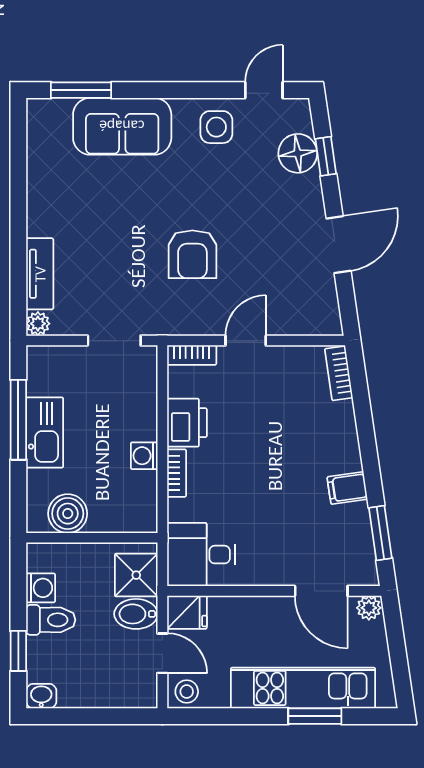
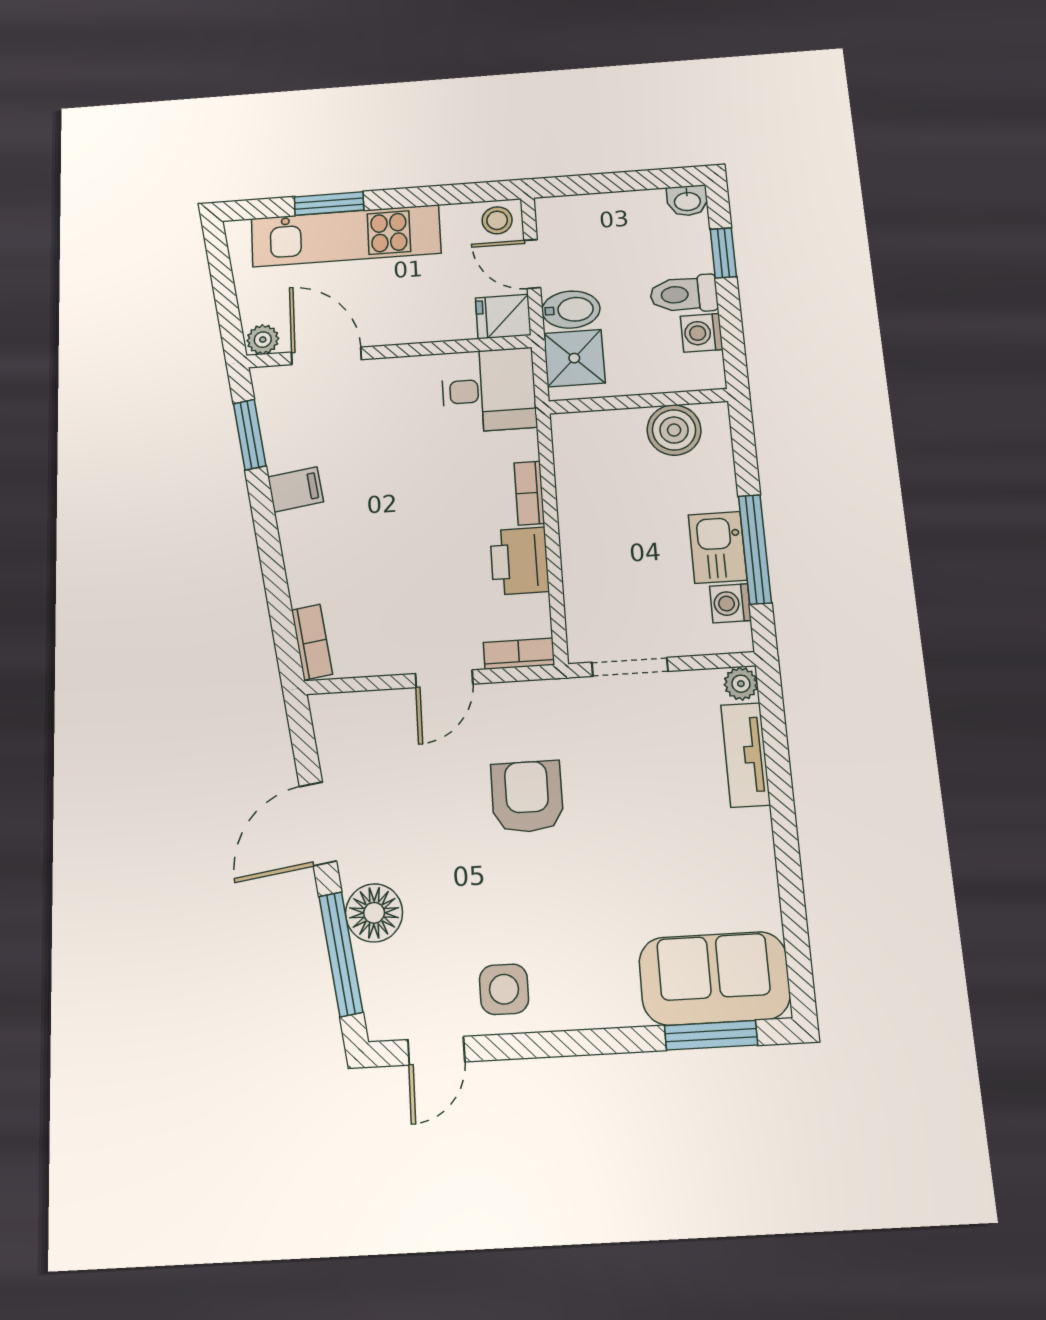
sofa: (122, 126) -> (714, 978), moved
floor lamp: (298, 153) -> (374, 913), moved
window: (326, 156) -> (341, 954), width x2.17
kitchen sink: (45, 432) -> (718, 547), width x0.73
washing machine: (144, 456) -> (730, 603), moved, turned 180

